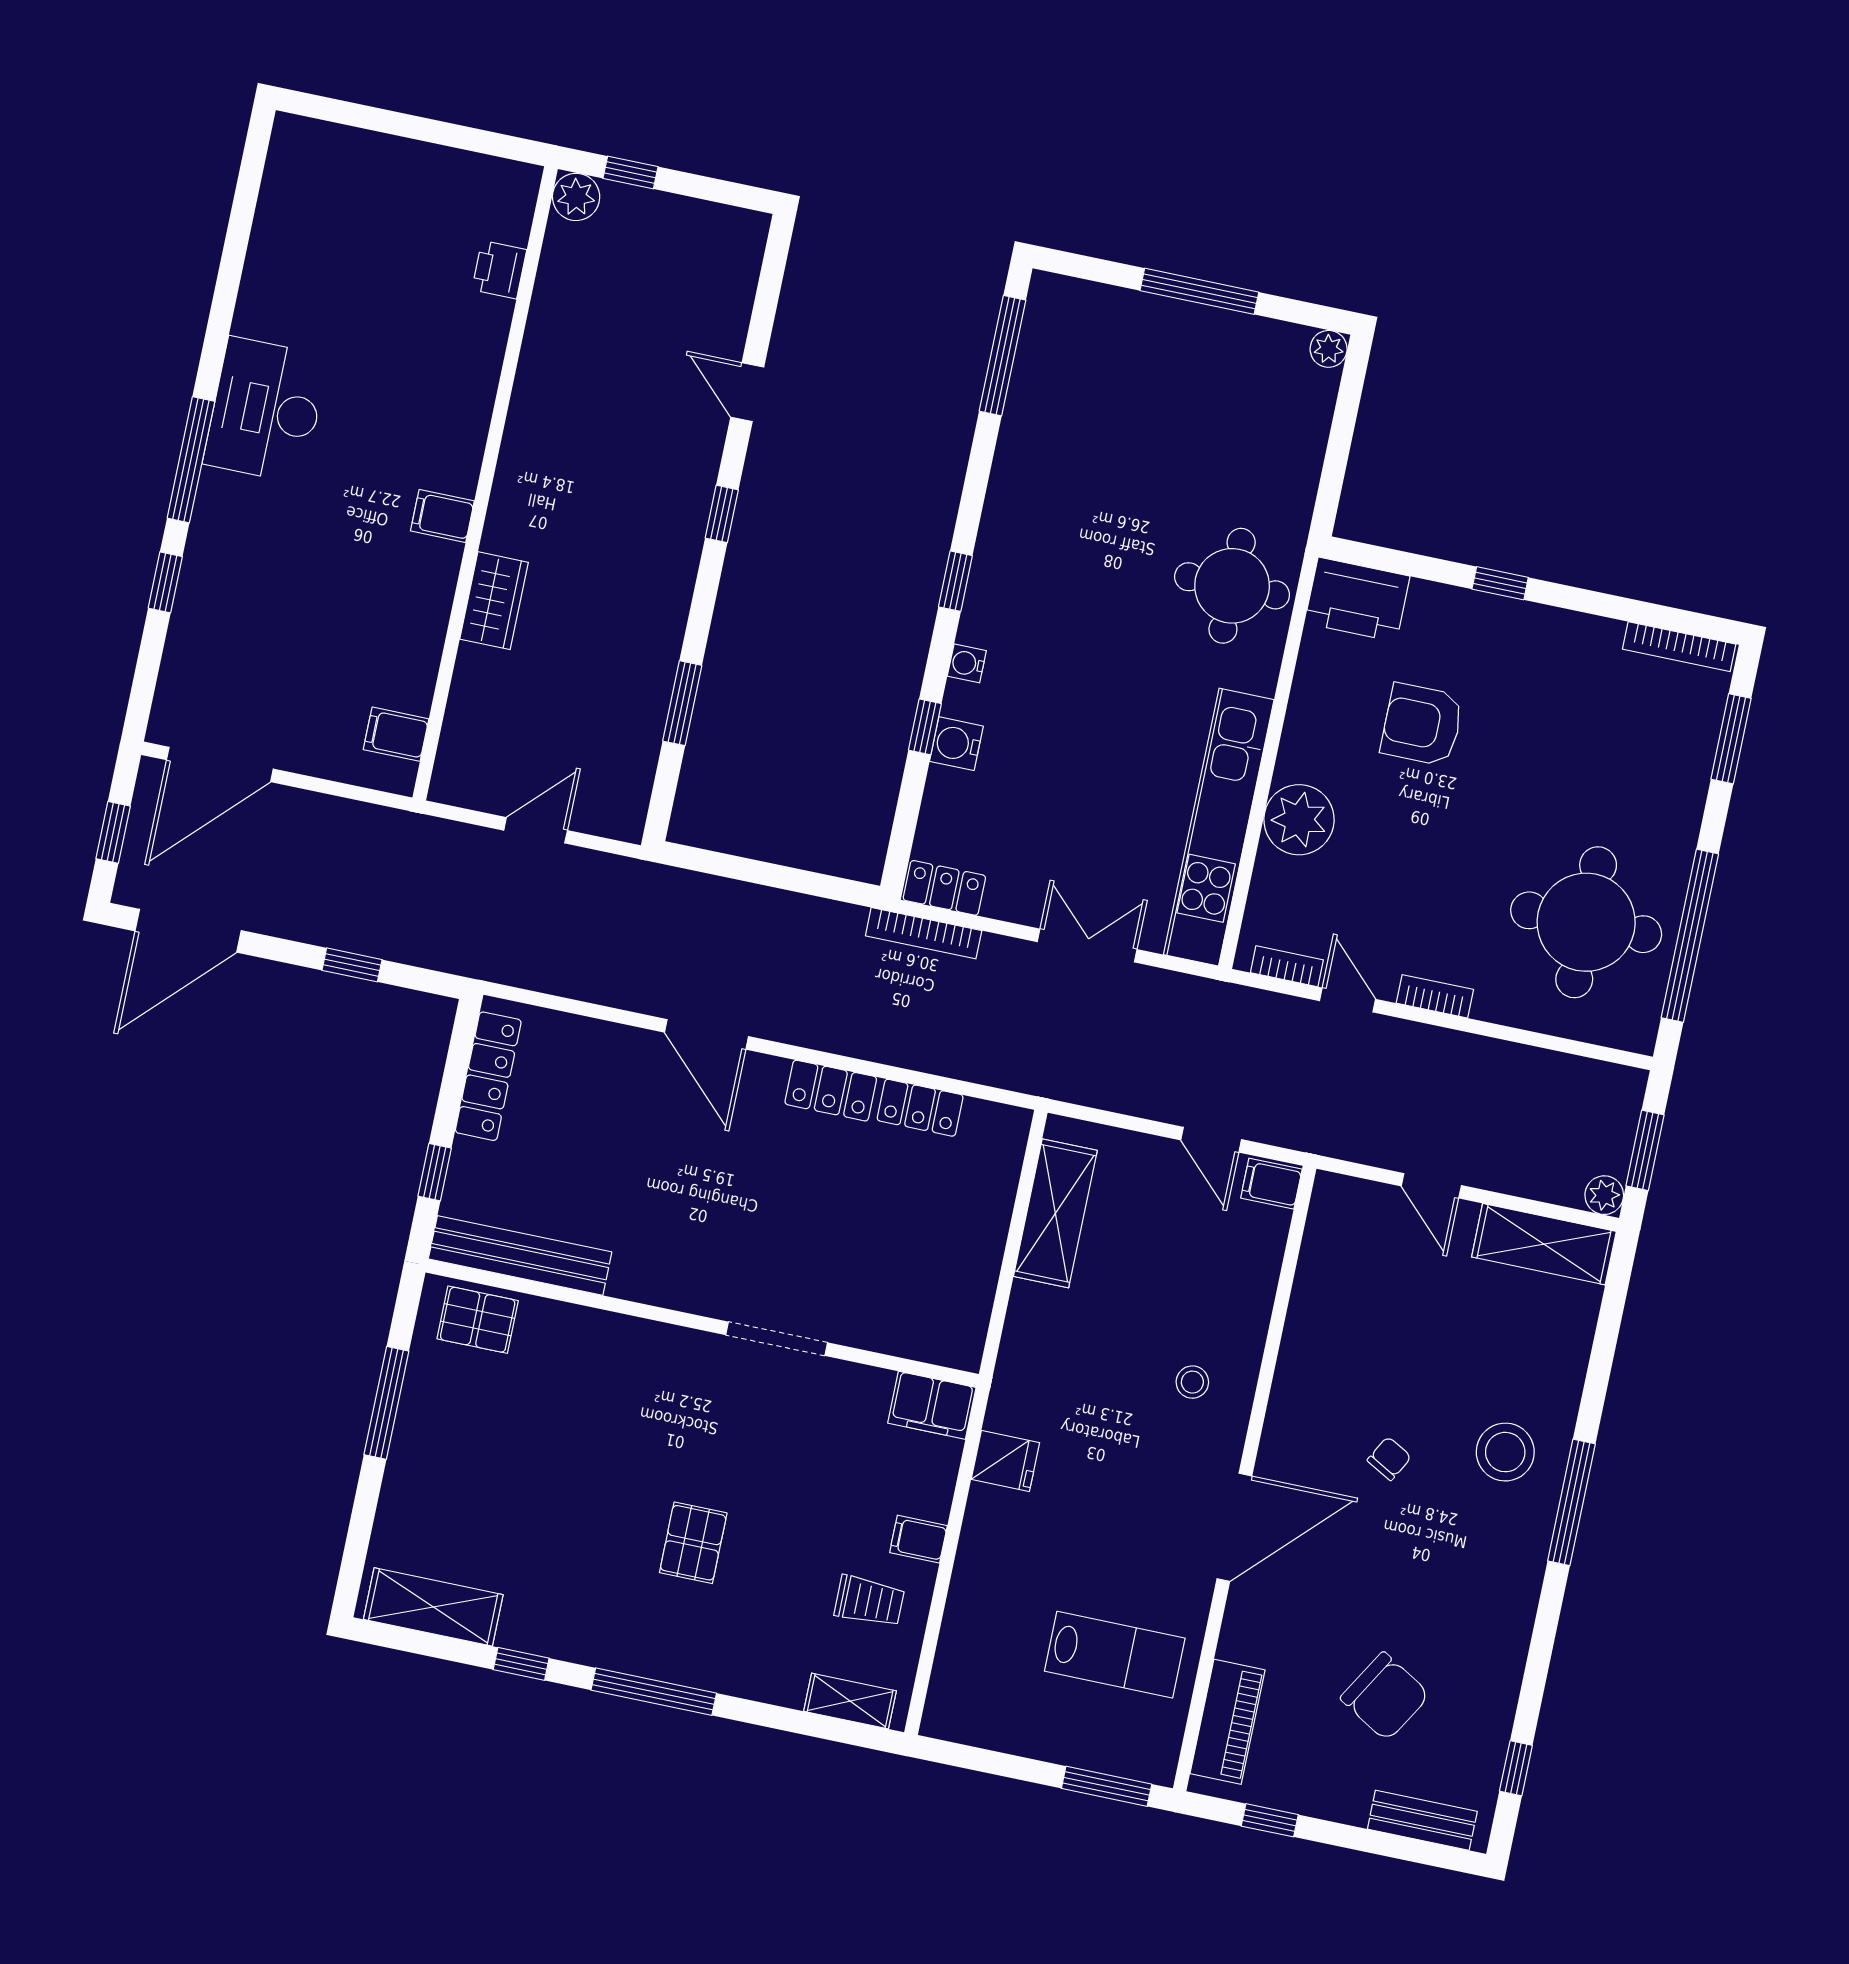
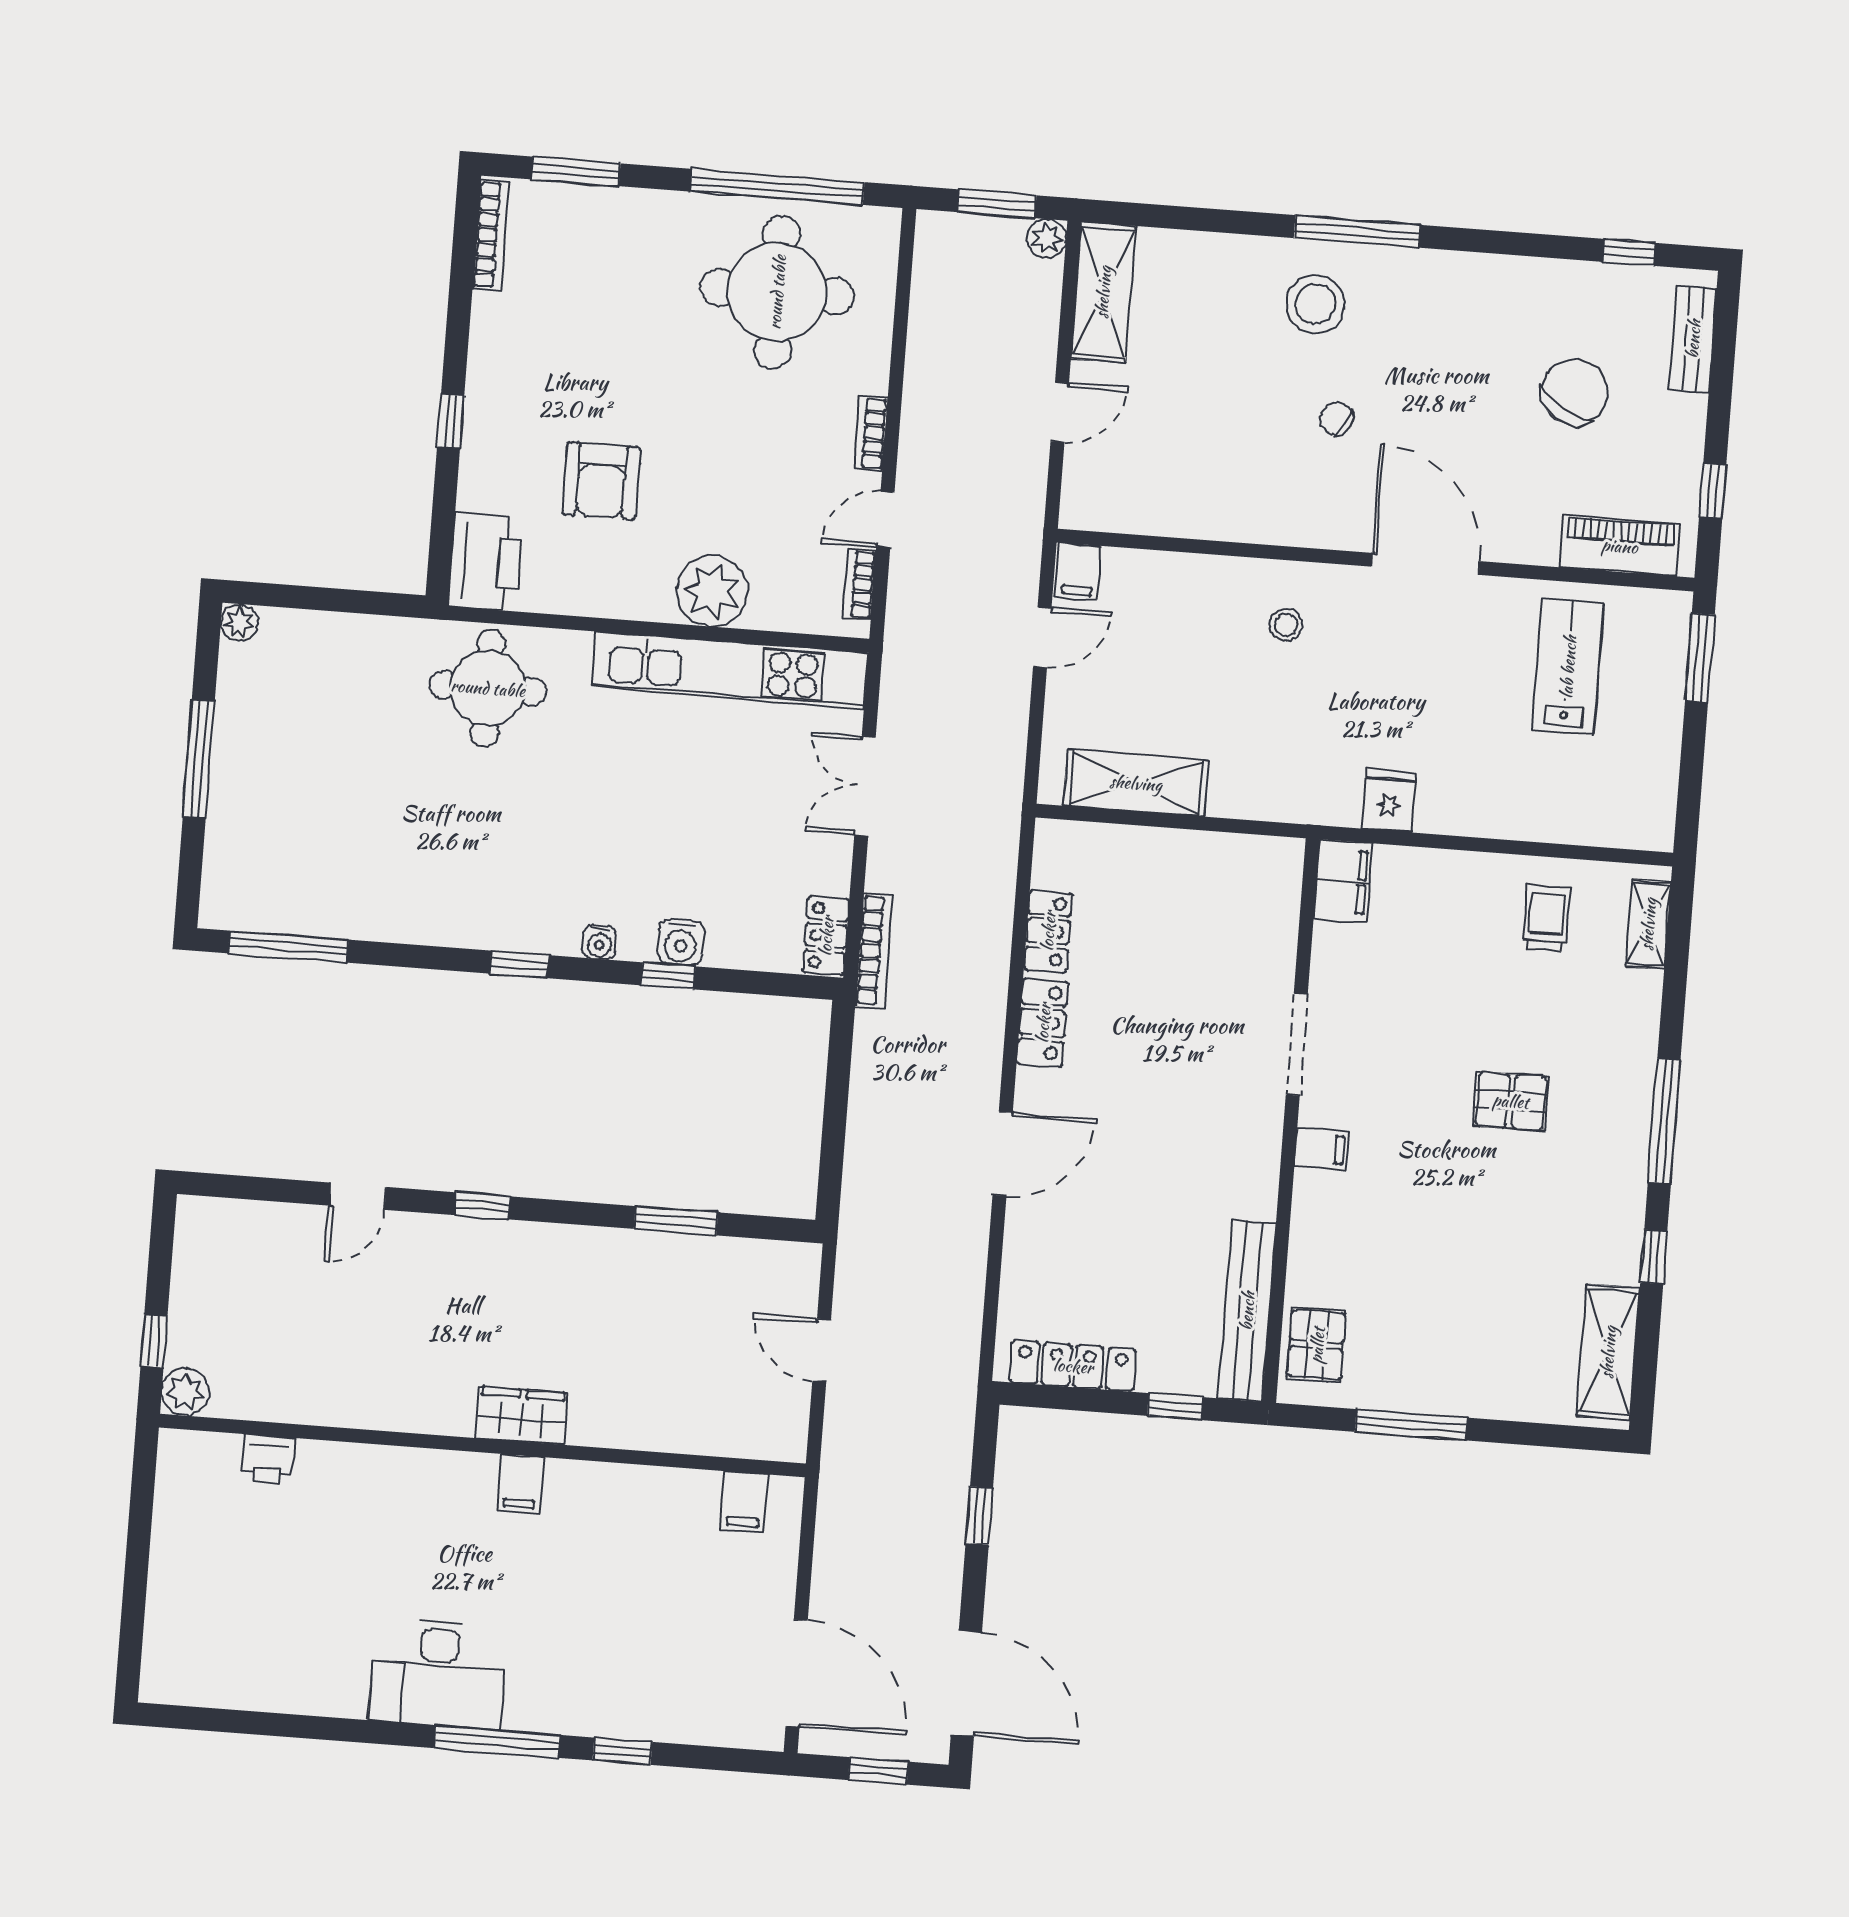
wardrobe: (494, 601) -> (522, 1416), moved
filing cabinet: (918, 1539) -> (1321, 1149), moved, turned -90

